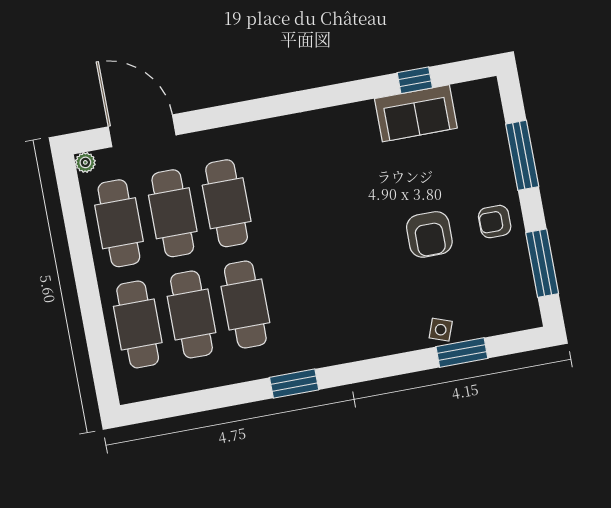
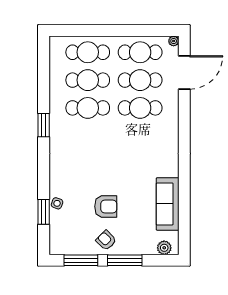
window: (415, 80) -> (184, 214), removed
plant: (488, 107) -> (164, 248), added
sofa: (416, 113) -> (168, 204), width x1.36
window: (522, 155) -> (125, 260), moved
armchair: (495, 222) -> (106, 240), turned -45
armchair: (429, 234) -> (106, 206), turned 180

